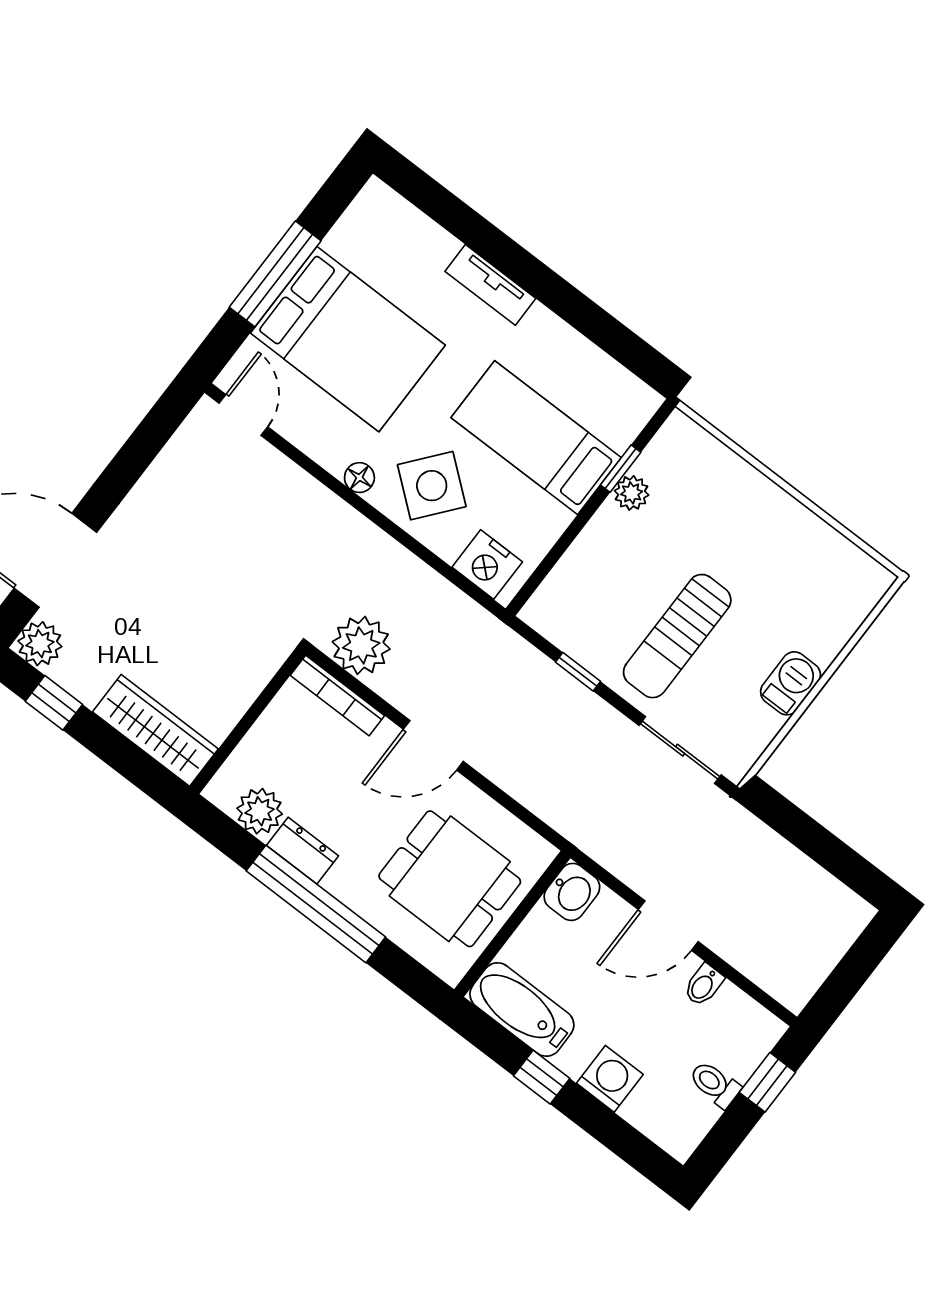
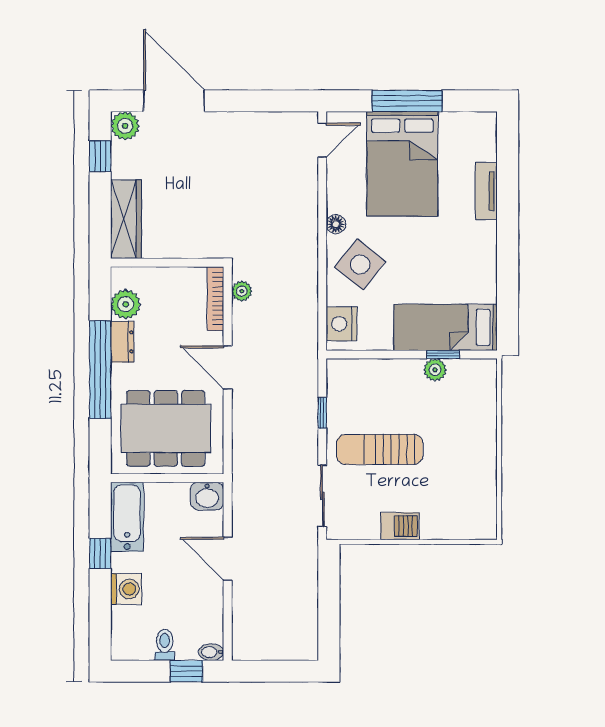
tv unit: (490, 285) -> (486, 191), moved
bed: (536, 438) -> (446, 327), moved, turned -90
plant: (361, 645) -> (242, 291), width x0.53, depth x0.53
dining table: (450, 879) -> (166, 428), width x1.37
bidet: (704, 985) -> (211, 652), moved

